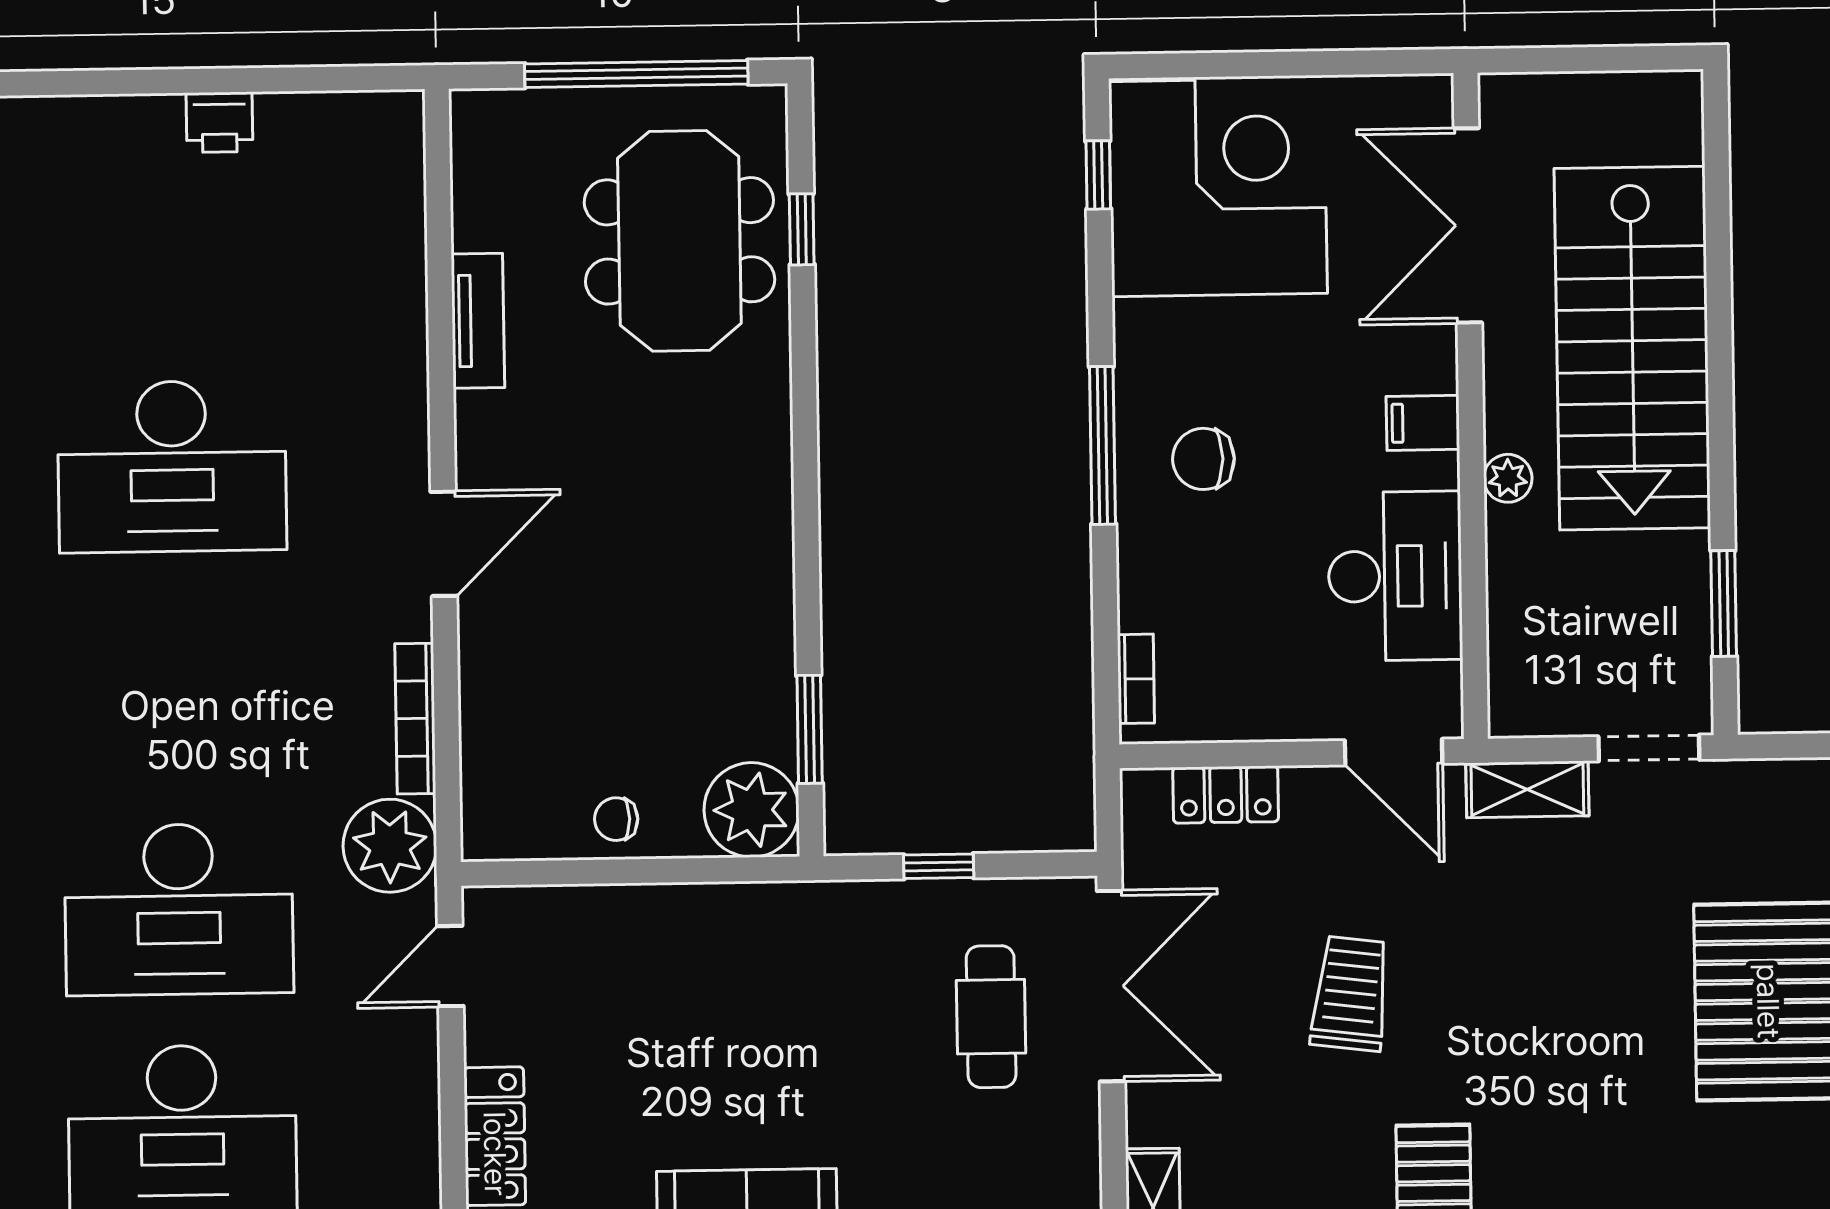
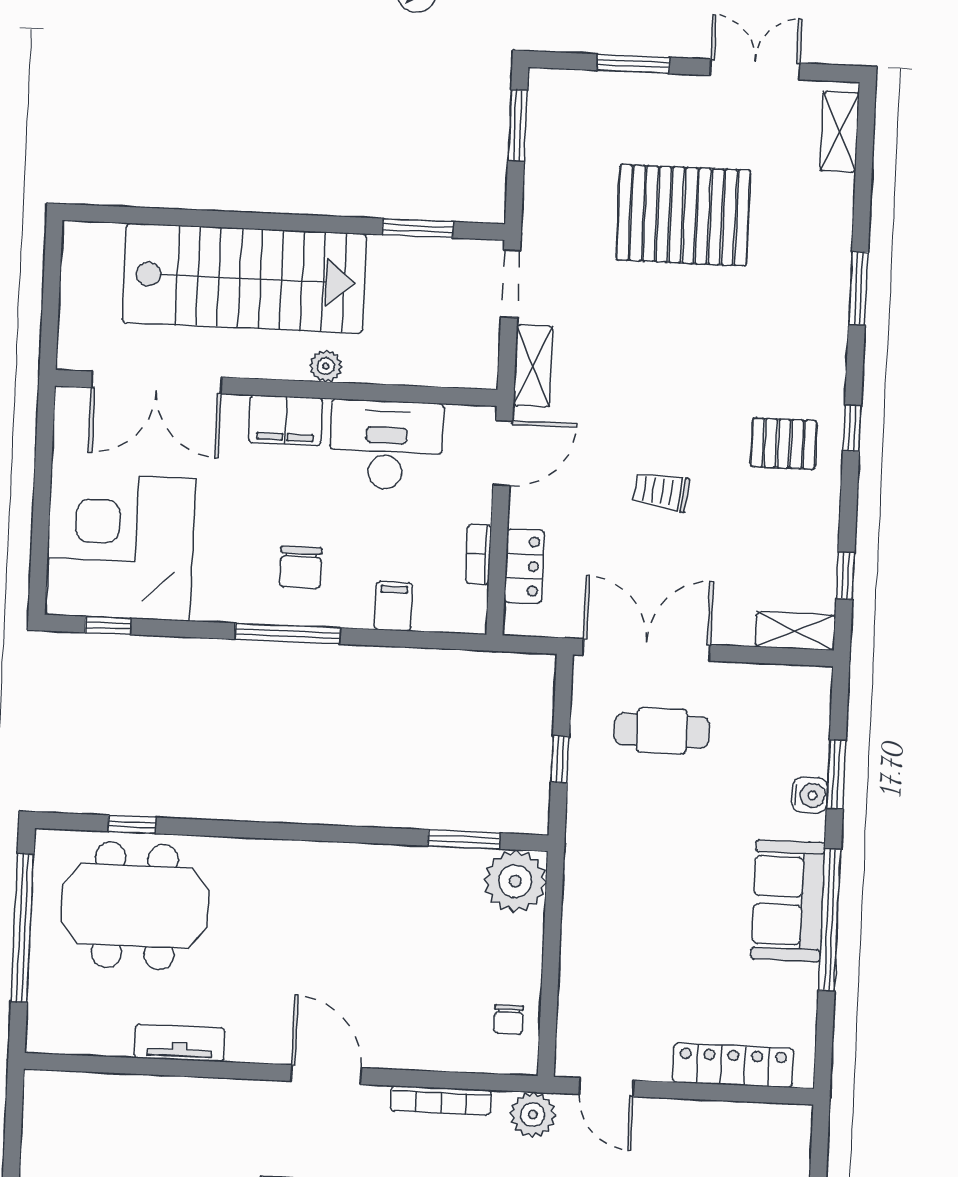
filing cabinet: (1423, 423) -> (286, 420), width x2.00
filing cabinet: (1153, 602) -> (393, 606), added
bookcase: (1136, 679) -> (478, 554), moved, turned -90
chair: (616, 819) -> (509, 1019), moved
plant: (390, 846) -> (533, 1115), width x0.73, depth x0.73
trolley: (1351, 994) -> (661, 491), width x0.73, depth x0.72

